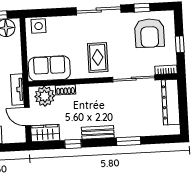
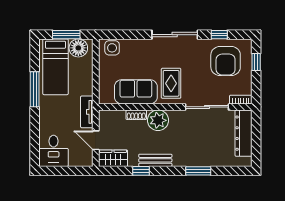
window: (180, 44) -> (256, 62), moved
sofa: (49, 68) -> (136, 92), moved
plant: (45, 96) -> (158, 120), moved
bench: (98, 132) -> (155, 160), moved

